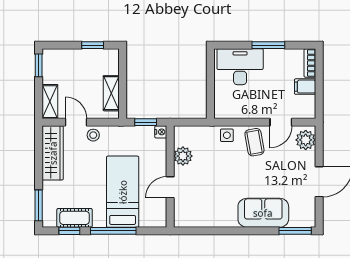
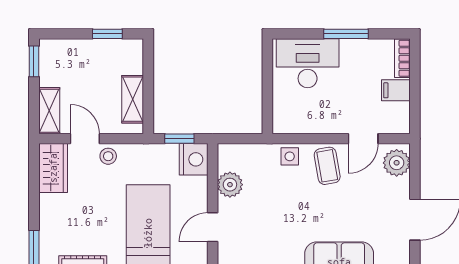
nightstand: (161, 132) -> (194, 159), width x1.89, depth x1.79
wardrobe: (53, 153) -> (53, 168), width x0.67

